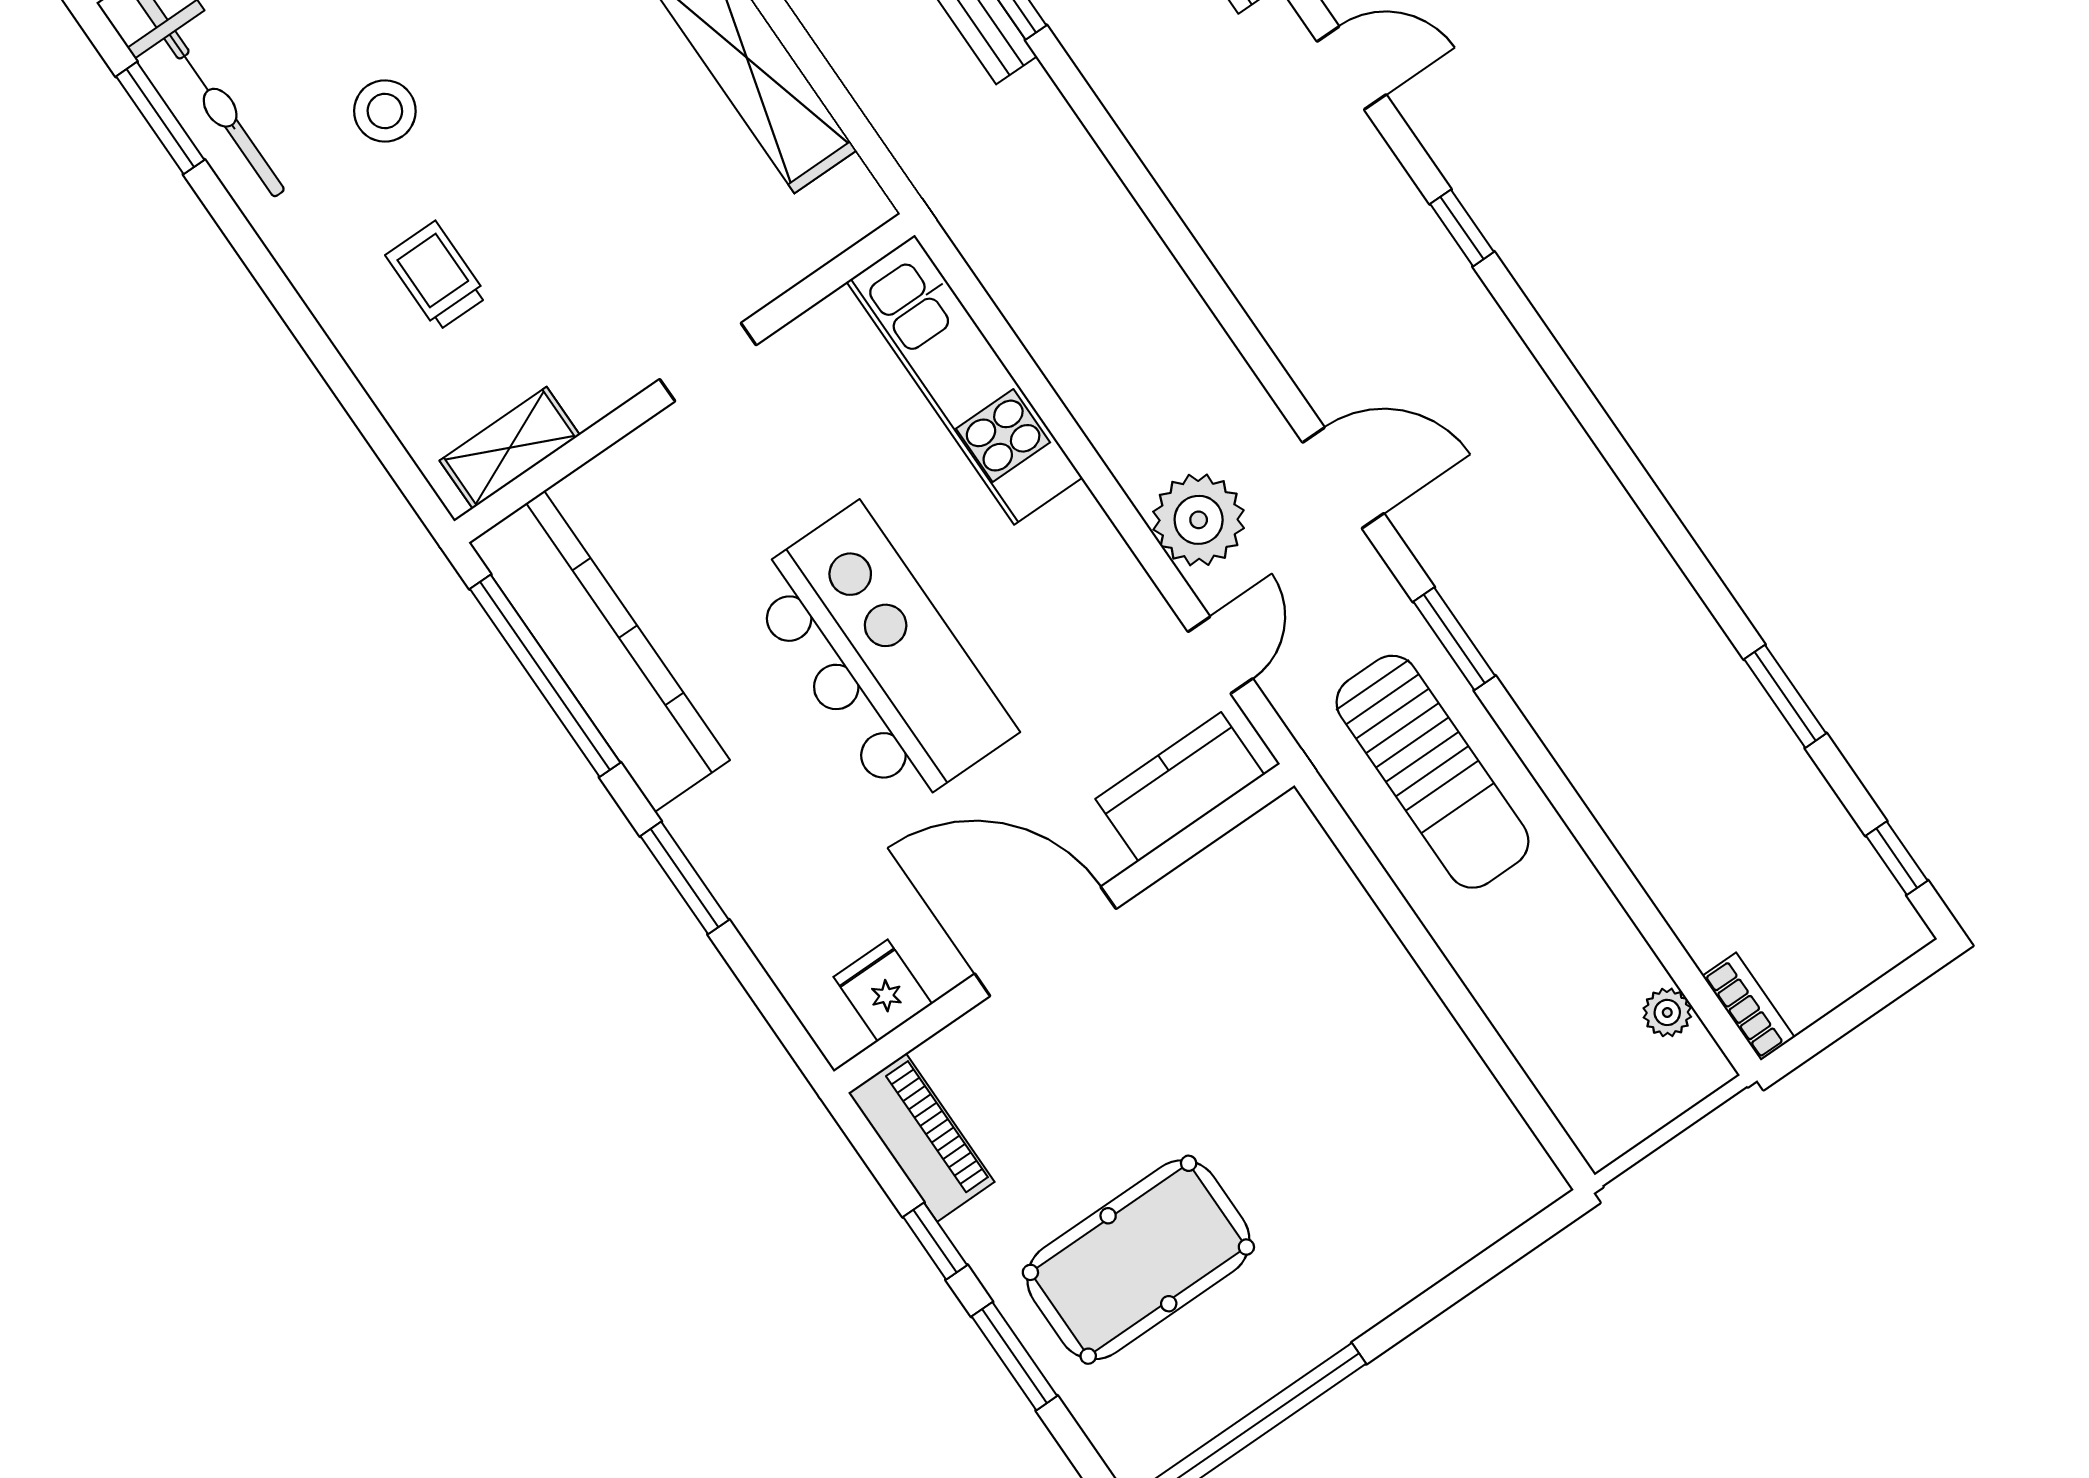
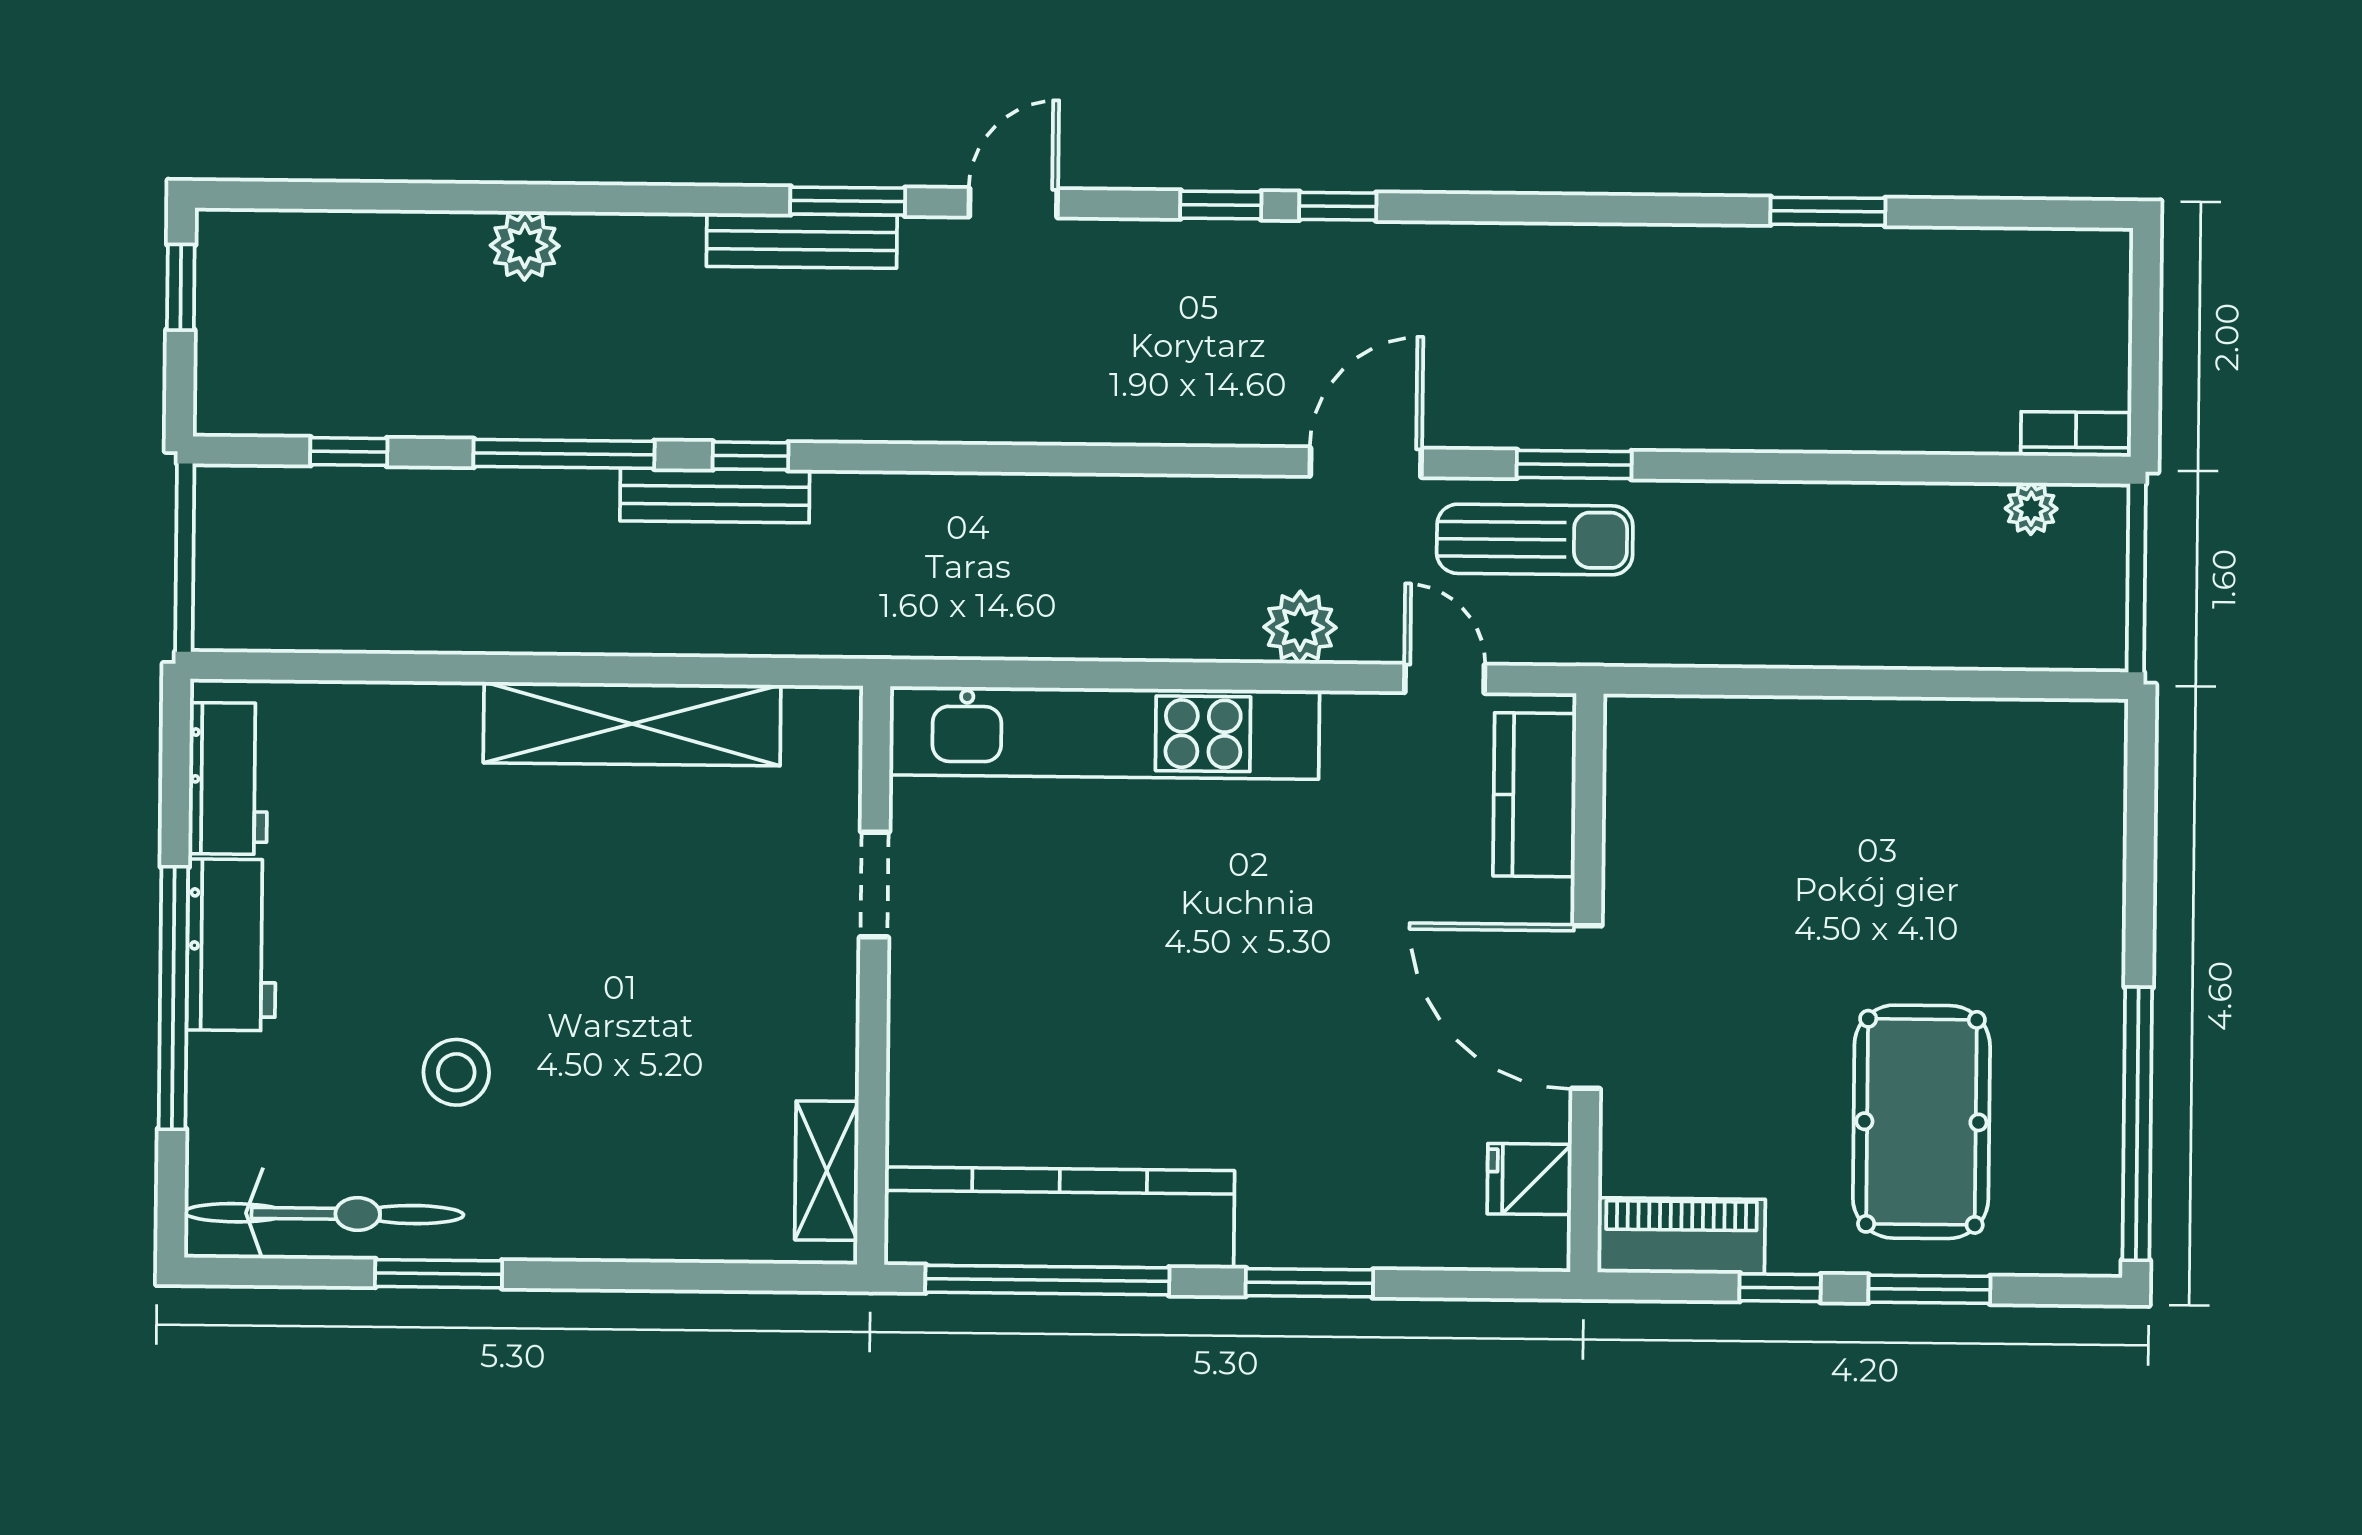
window: (160, 118) -> (439, 1274), moved
trolley: (437, 276) -> (632, 1129), removed
doorway: (708, 362) -> (874, 885), moved
kitchen unit: (964, 380) -> (1104, 733), width x1.36
plant: (1199, 520) -> (1300, 627), width x0.73, depth x0.73
kitchen island: (879, 658) -> (1237, 978), removed
sun lounger: (1432, 772) -> (1535, 540), moved, width x0.73, depth x0.75
window: (1897, 858) -> (1338, 206), moved
door: (1045, 941) -> (1587, 1007), hinge flipped

